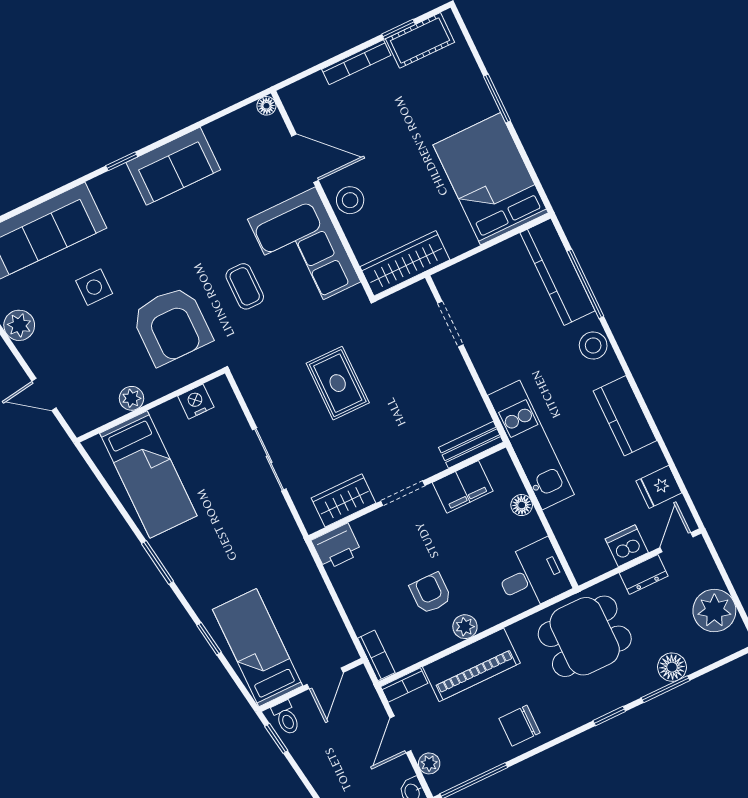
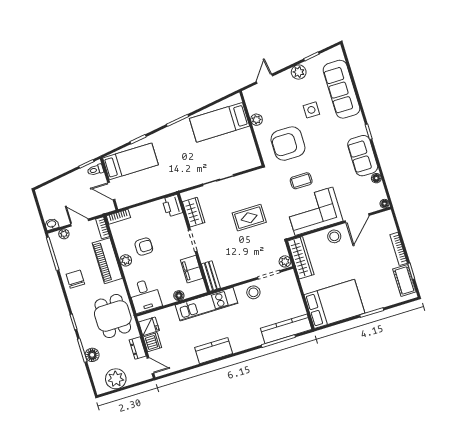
floor lamp: (216, 131) -> (376, 178), added
plant: (418, 295) -> (285, 261), added
stool: (593, 345) -> (253, 292), moved
nightstand: (196, 402) -> (250, 150), removed
fridge: (659, 487) -> (149, 326), moved, turned 90

